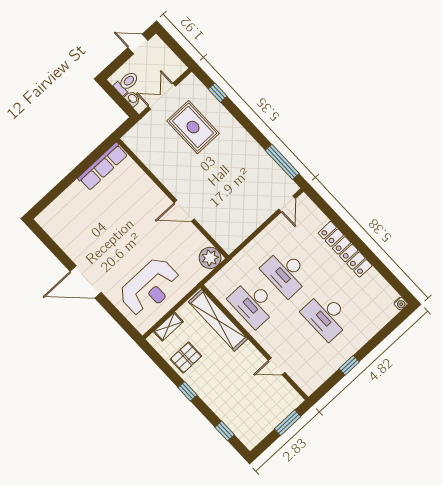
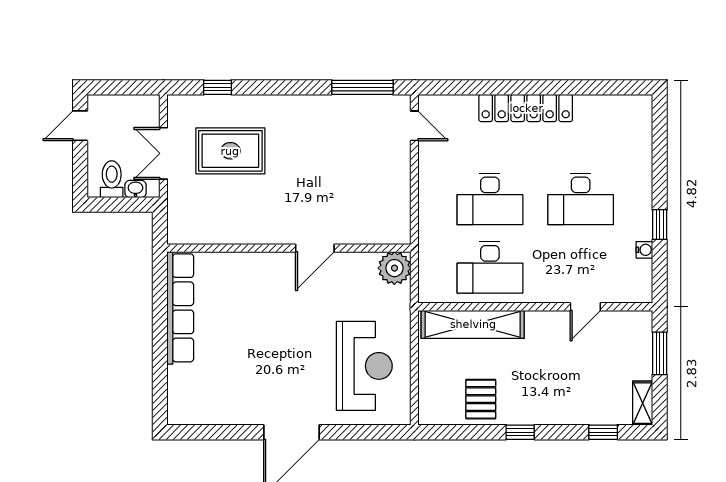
row of seats: (103, 166) -> (180, 308), width x1.36
water cooler: (401, 304) -> (644, 250), moved
shelving: (168, 327) -> (643, 403), moved

